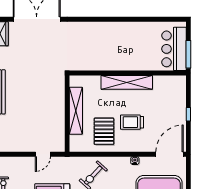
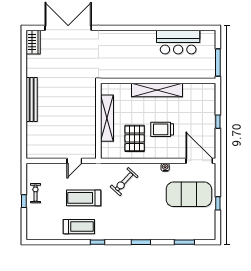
bar counter: (174, 49) -> (178, 42), moved, turned -90
door: (170, 154) -> (199, 161), hinge flipped

